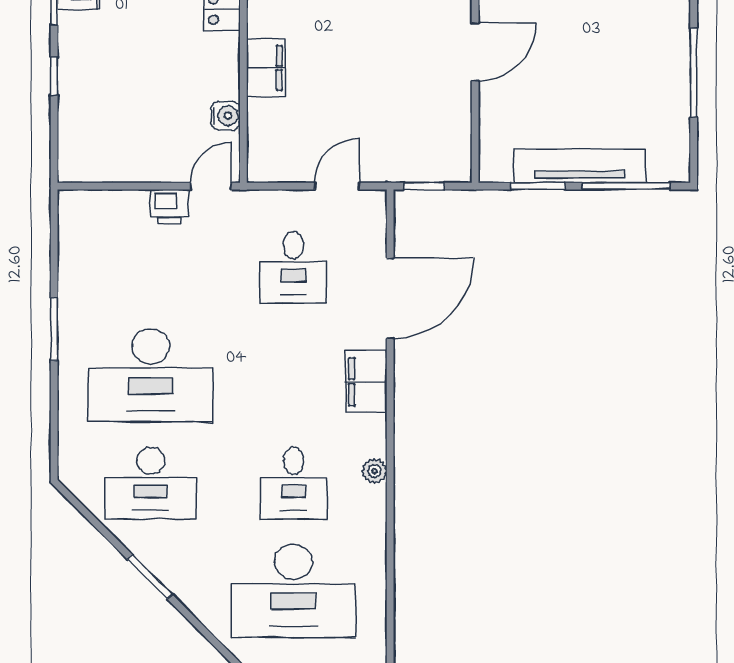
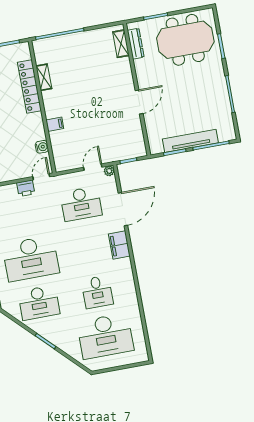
filing cabinet: (266, 68) -> (55, 124), width x0.50
desk: (293, 267) -> (81, 204), width x1.37
plant: (374, 471) -> (109, 171), moved

